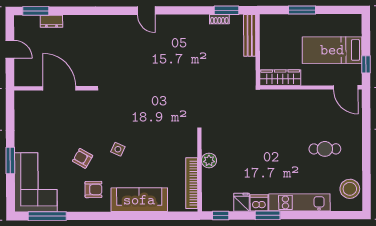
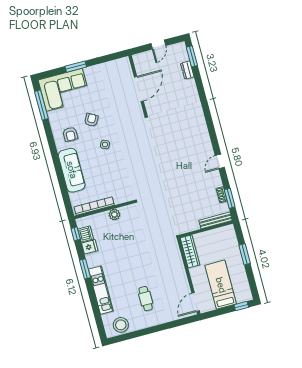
door: (146, 11) -> (220, 161), moved
window: (366, 64) -> (241, 306), moved
dishwasher: (259, 203) -> (86, 234), moved

